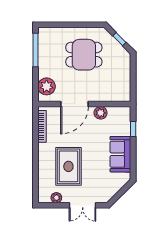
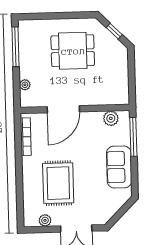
plant: (47, 86) -> (25, 85), width x0.53, depth x0.53
plant: (101, 113) -> (111, 118), moved
window: (133, 129) -> (133, 137), width x2.17

